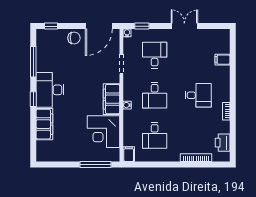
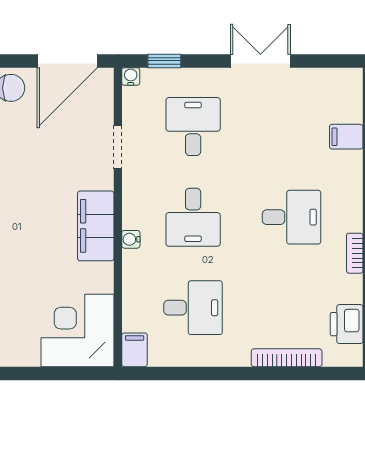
corner desk: (103, 132) -> (78, 330), moved, turned 90
desk: (155, 135) -> (193, 308), turned -90
window: (95, 164) -> (60, 373), removed

